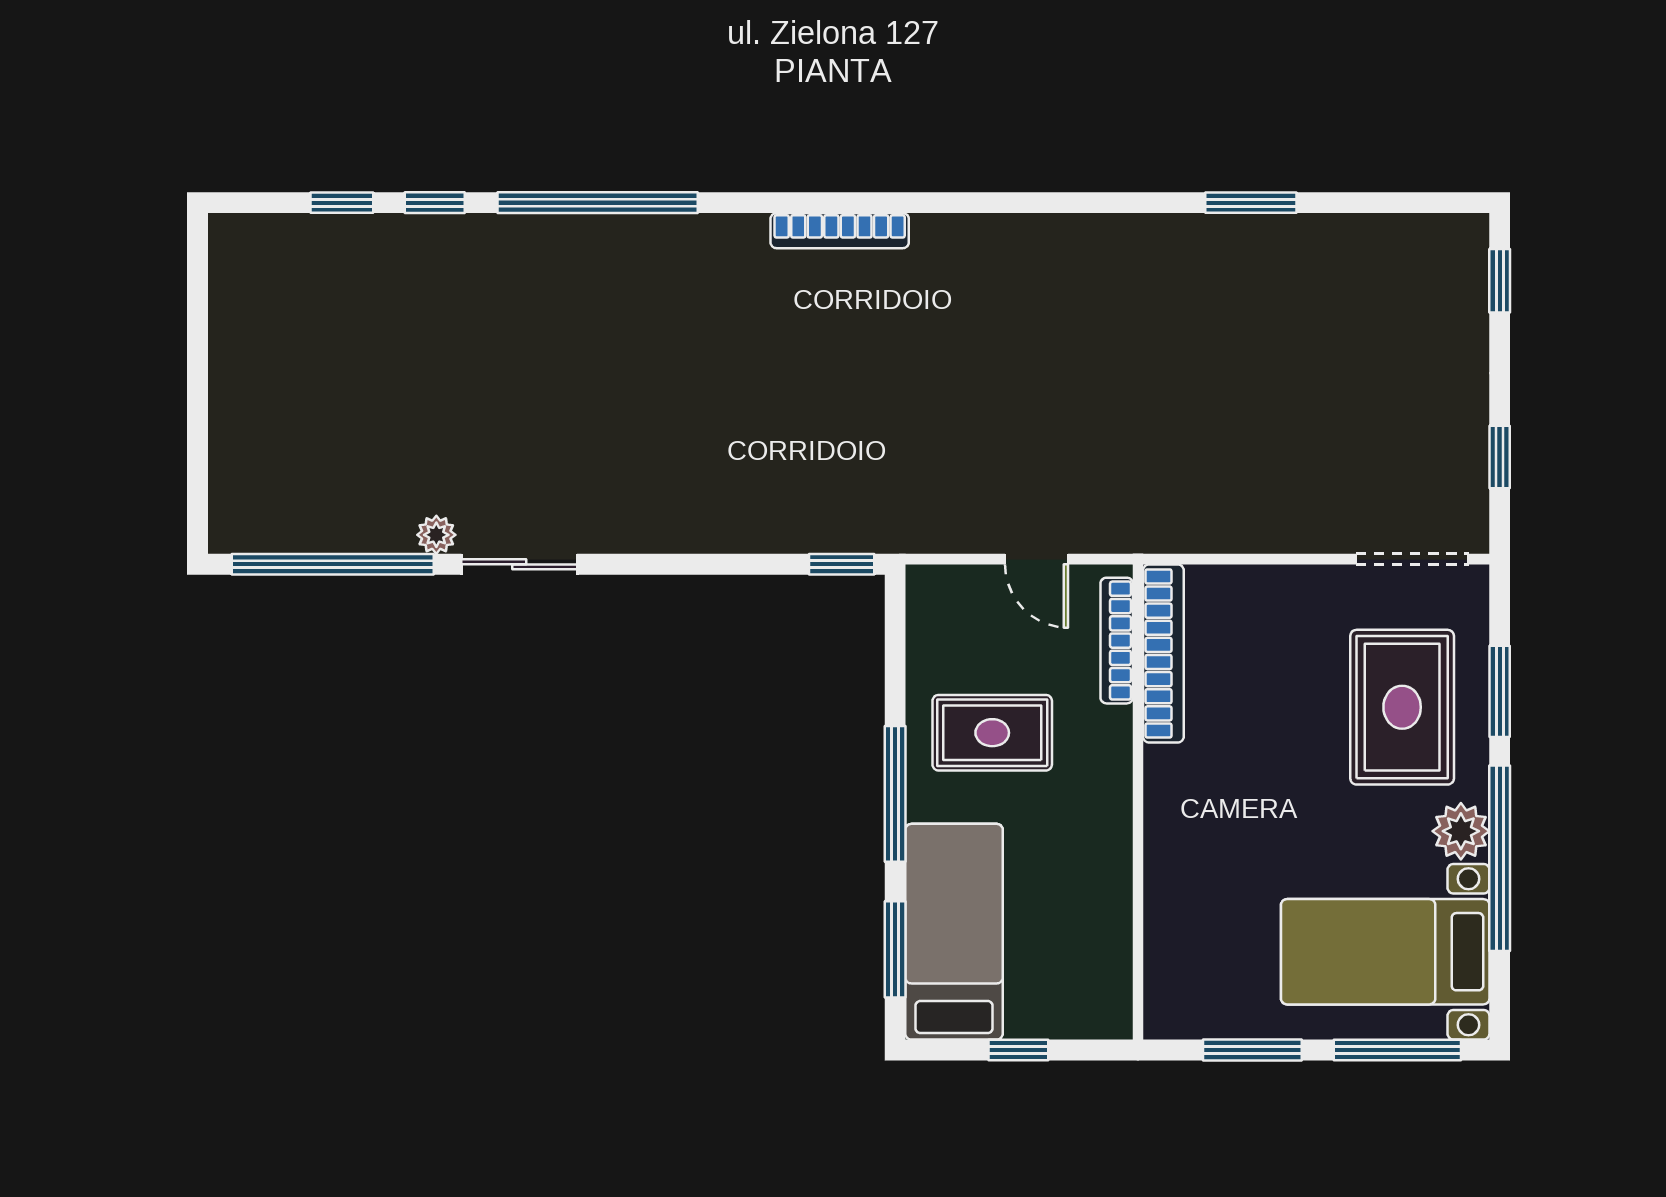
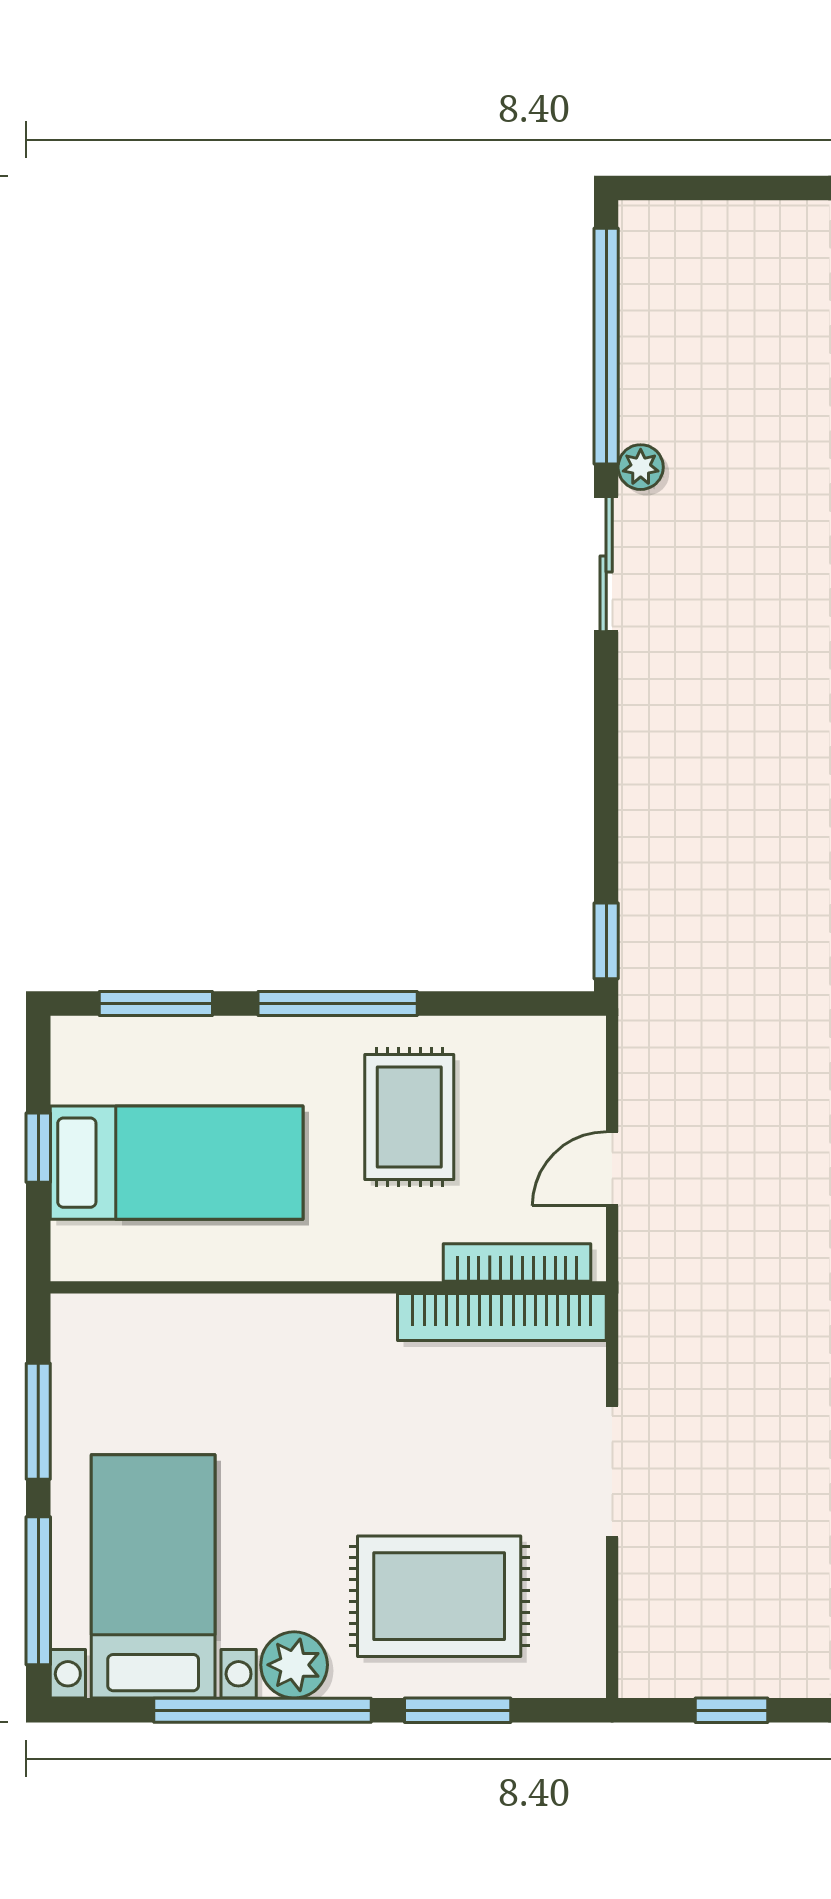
doorway: (1412, 559) -> (612, 1472), moved
bed: (954, 932) -> (177, 1163), moved

